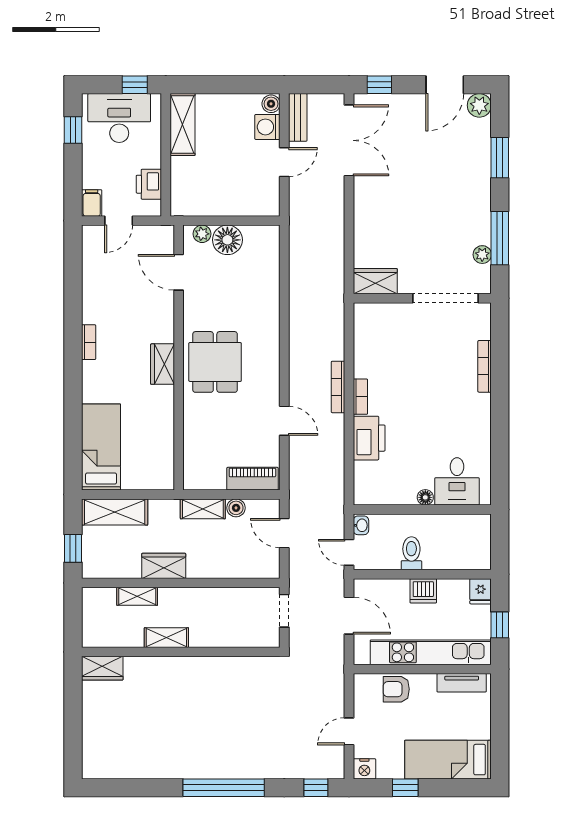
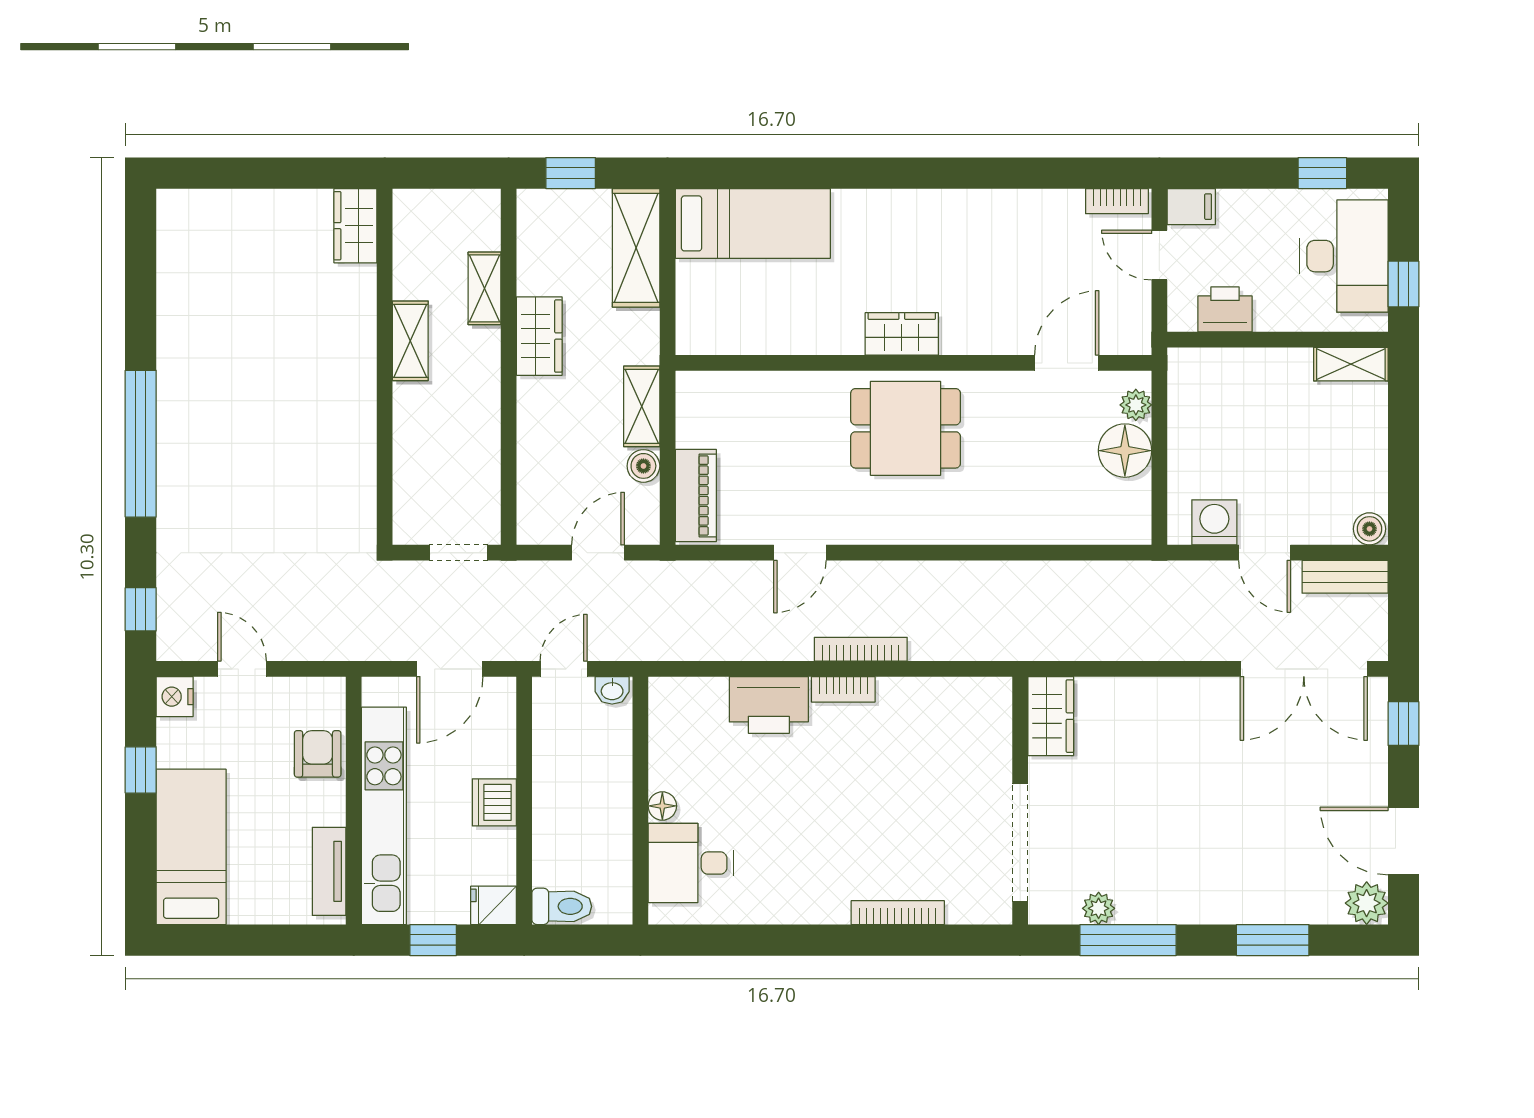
shelving: (182, 125) -> (1351, 364), width x0.67, depth x0.75
washing machine: (267, 127) -> (1214, 522), moved
bookcase: (89, 342) -> (1117, 201), moved
toilet: (411, 553) -> (562, 906), moved

